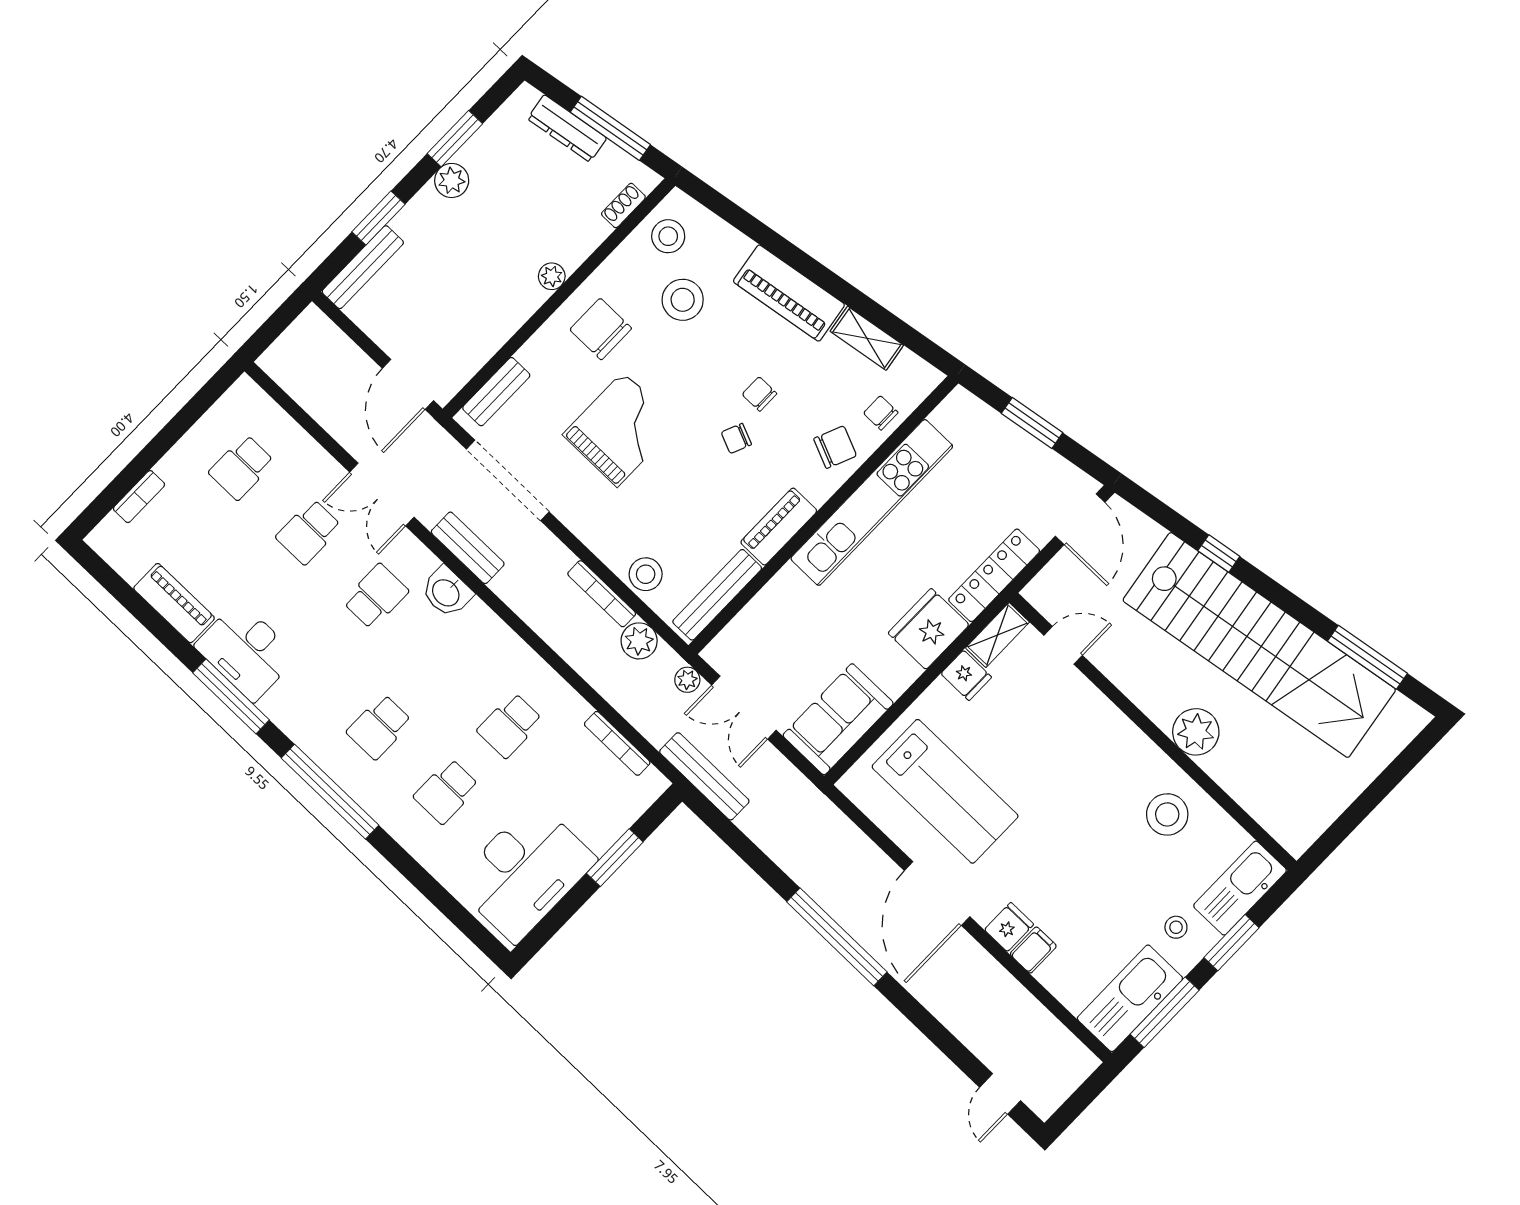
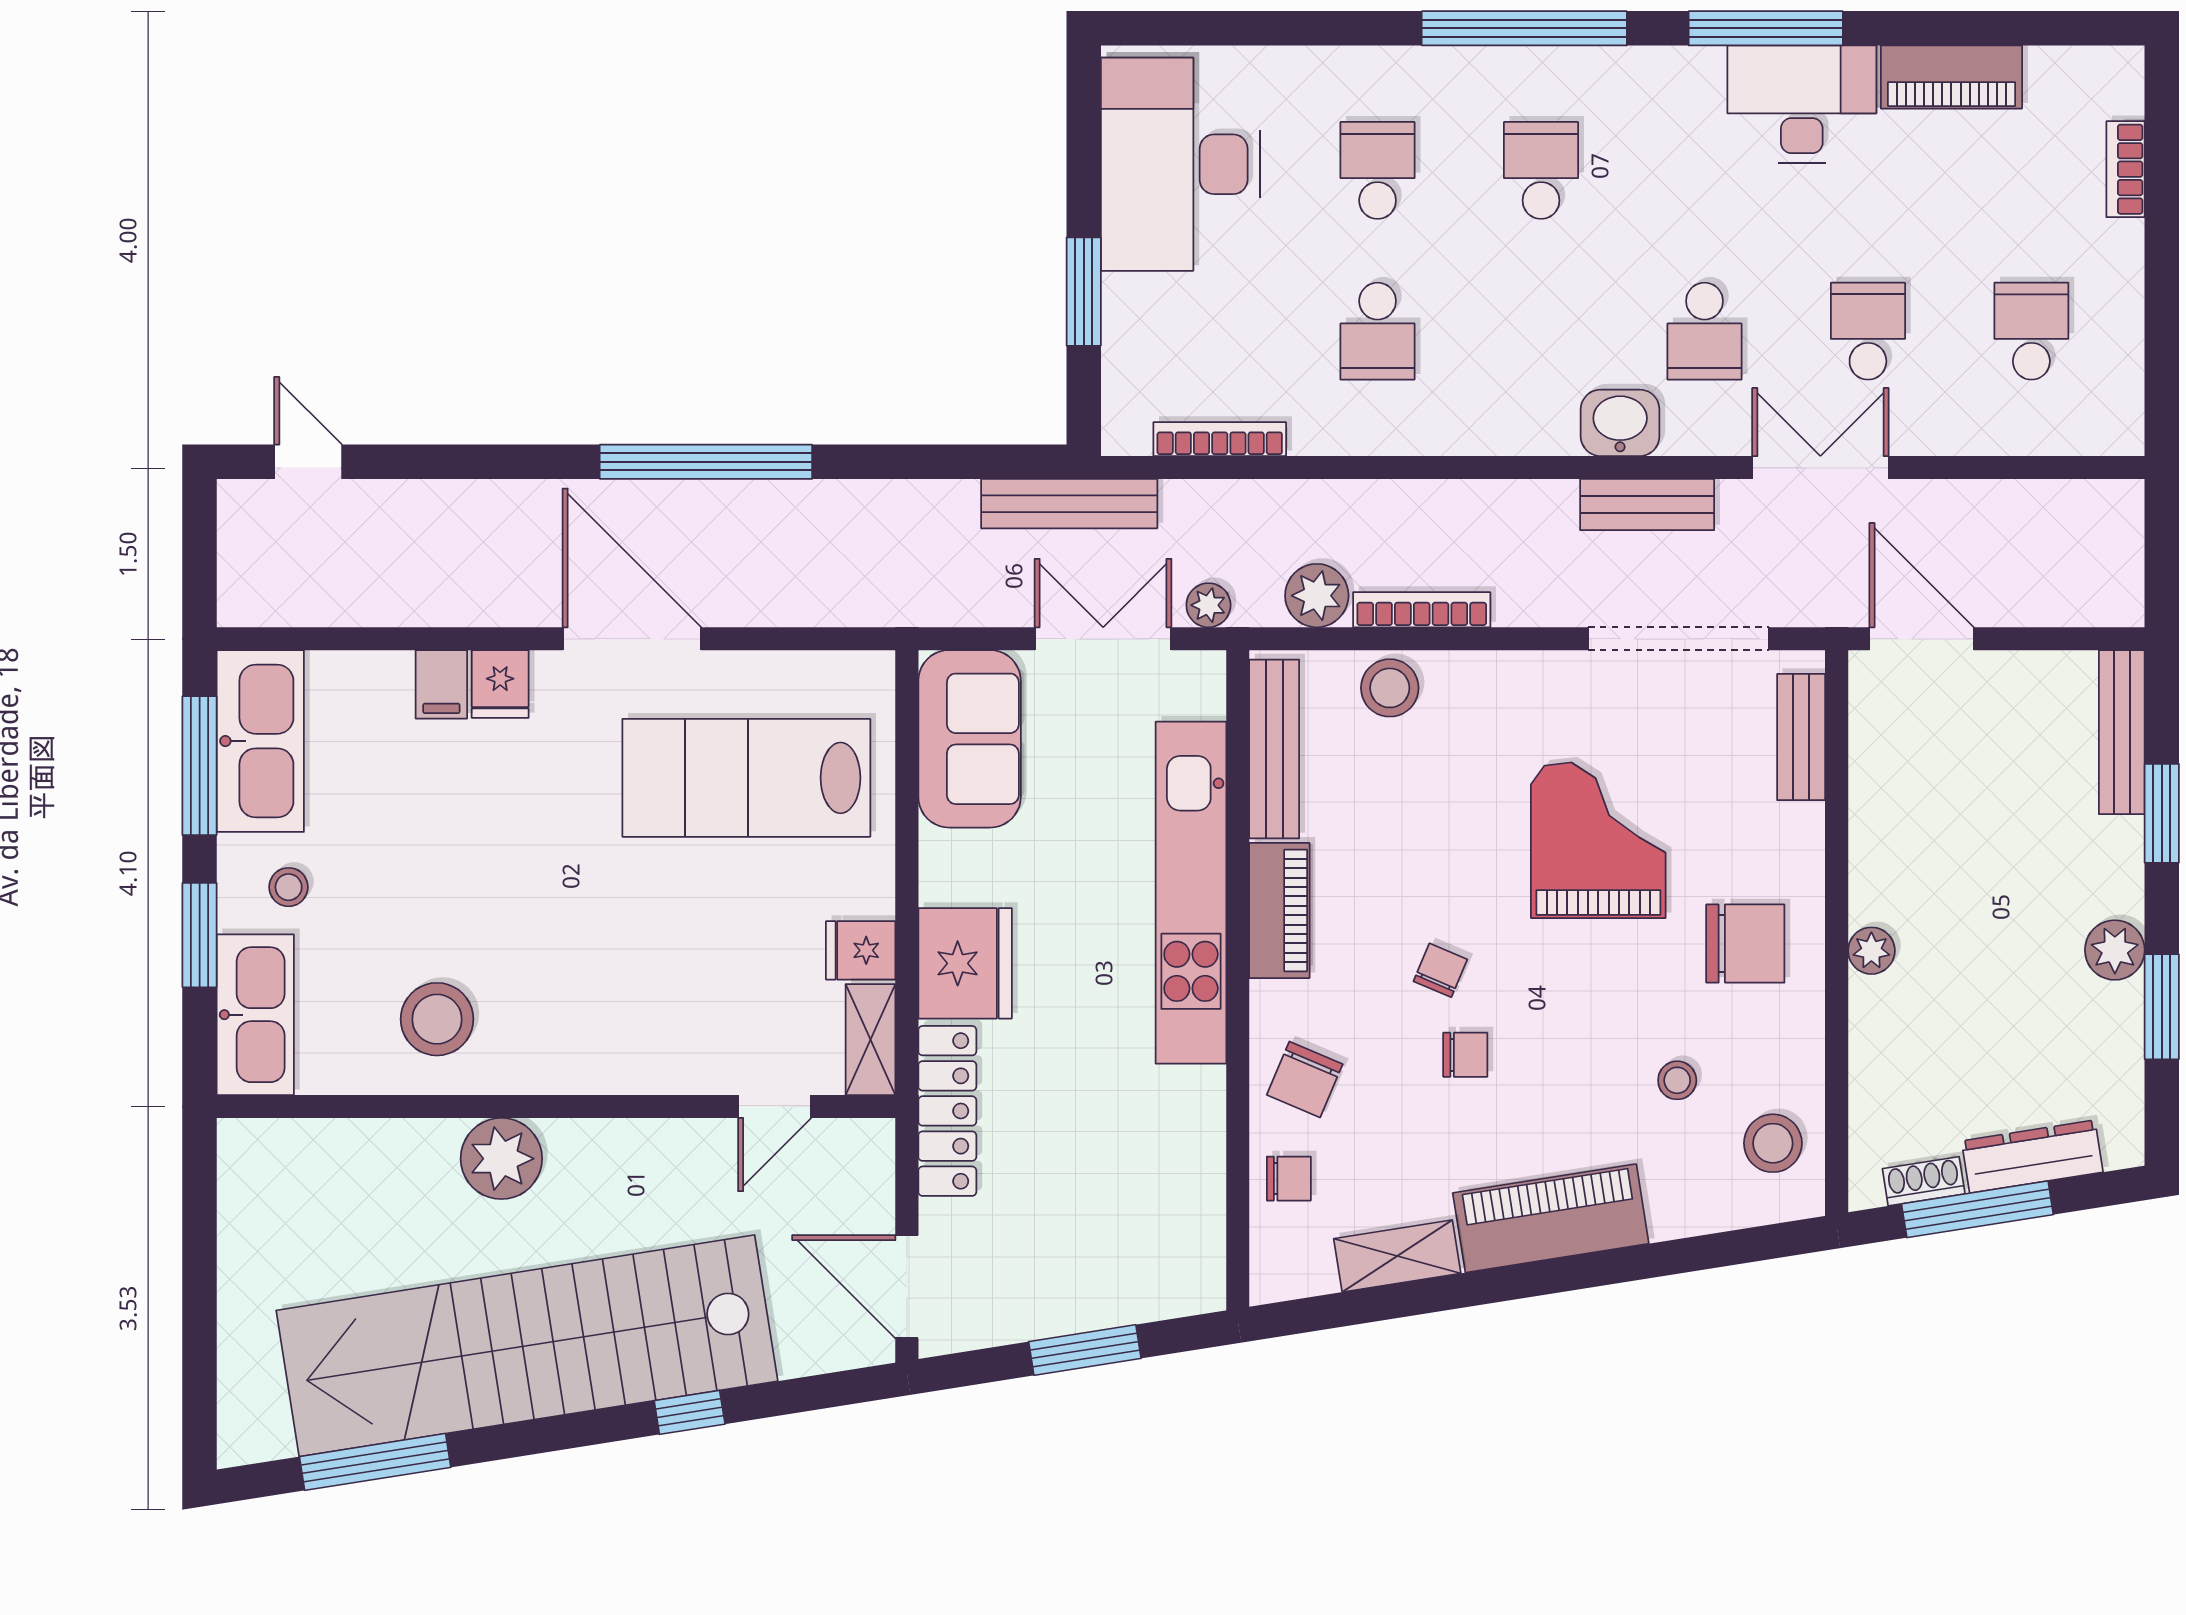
shoe rack: (623, 205) -> (1924, 1181), moved, turned -99
stool: (683, 300) -> (1677, 1080), width x0.53, depth x0.53
grand piano: (620, 429) -> (1598, 840), turned 180
kitchen unit: (872, 502) -> (1191, 893), moved
school desk: (510, 725) -> (1378, 331), turned 180

